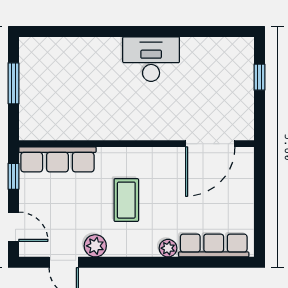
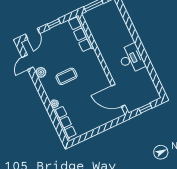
wall: (136, 144) -> (103, 64), moved
door: (210, 144) -> (118, 95), moved
row of seats: (57, 159) -> (81, 34), moved

